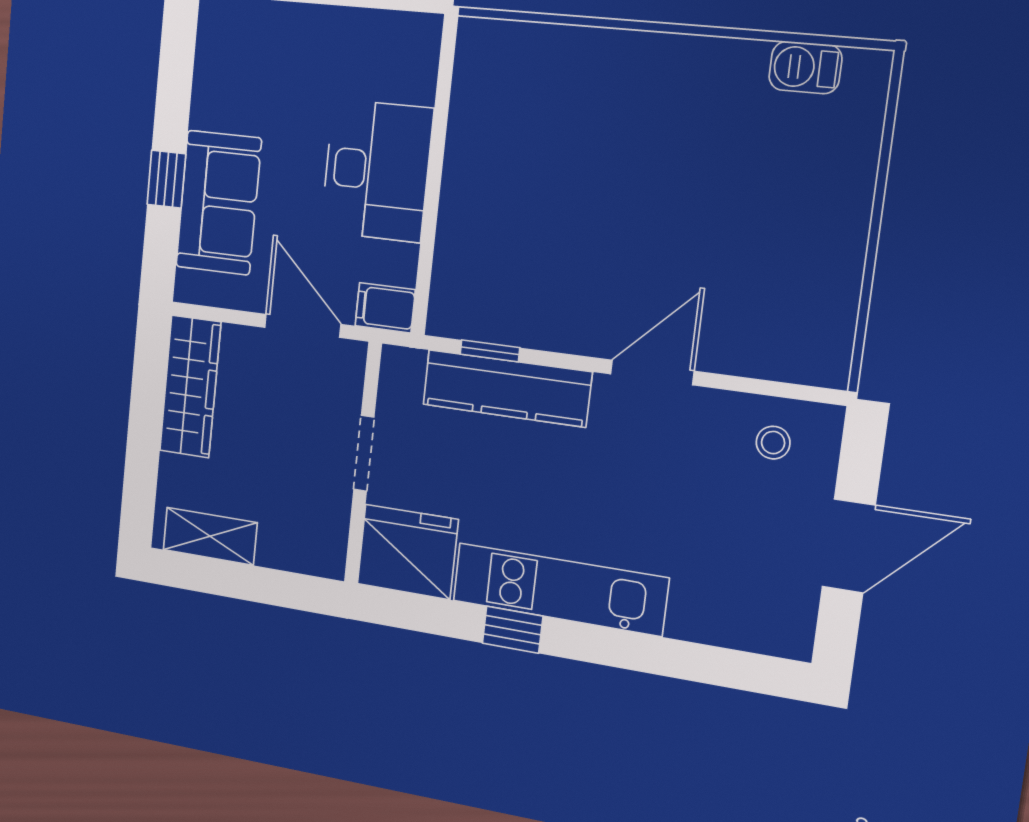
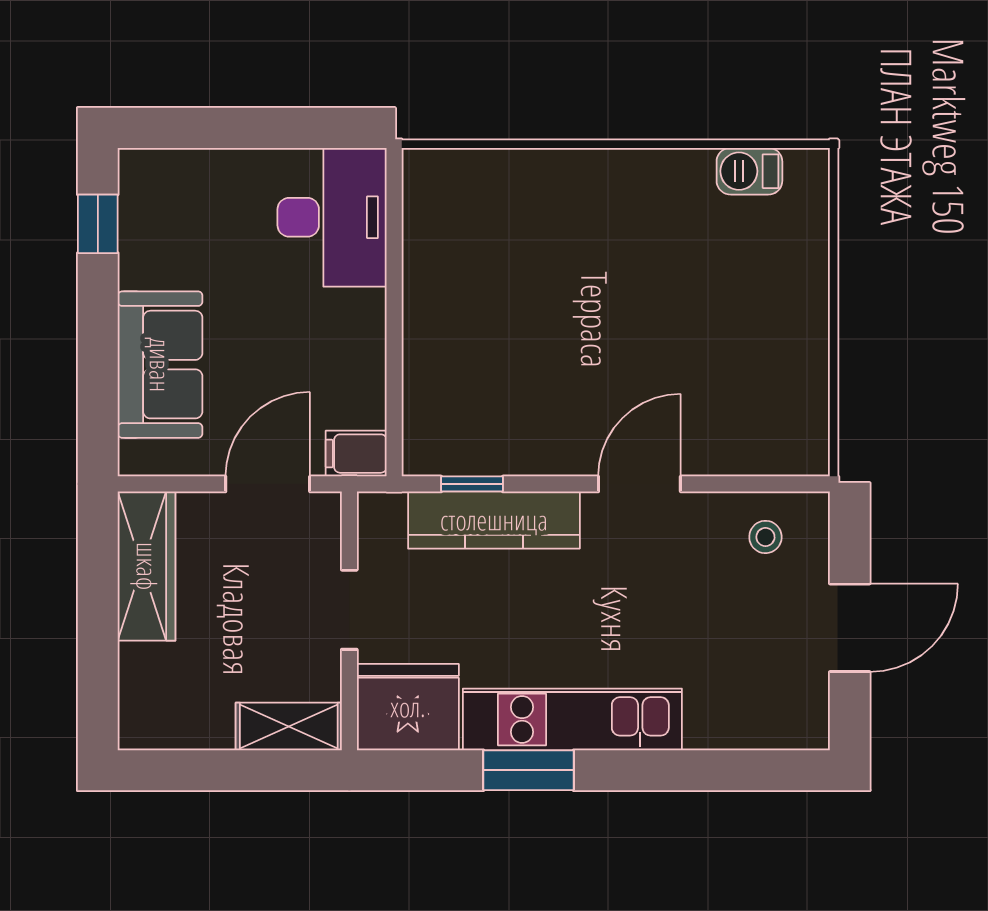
desk: (377, 171) -> (332, 217), moved
window: (166, 179) -> (98, 224), moved
door: (303, 326) -> (268, 484), hinge flipped
shelving: (210, 536) -> (289, 726), moved
window: (513, 630) -> (529, 770), width x1.50

